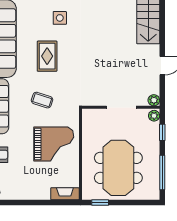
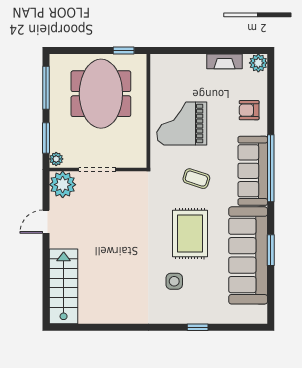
rug: (47, 56) -> (190, 233), width x1.36, depth x1.43
plant: (154, 100) -> (63, 185), width x1.87, depth x1.87
window: (162, 132) -> (46, 138), width x1.50
fireplace: (65, 194) -> (224, 61), moved

